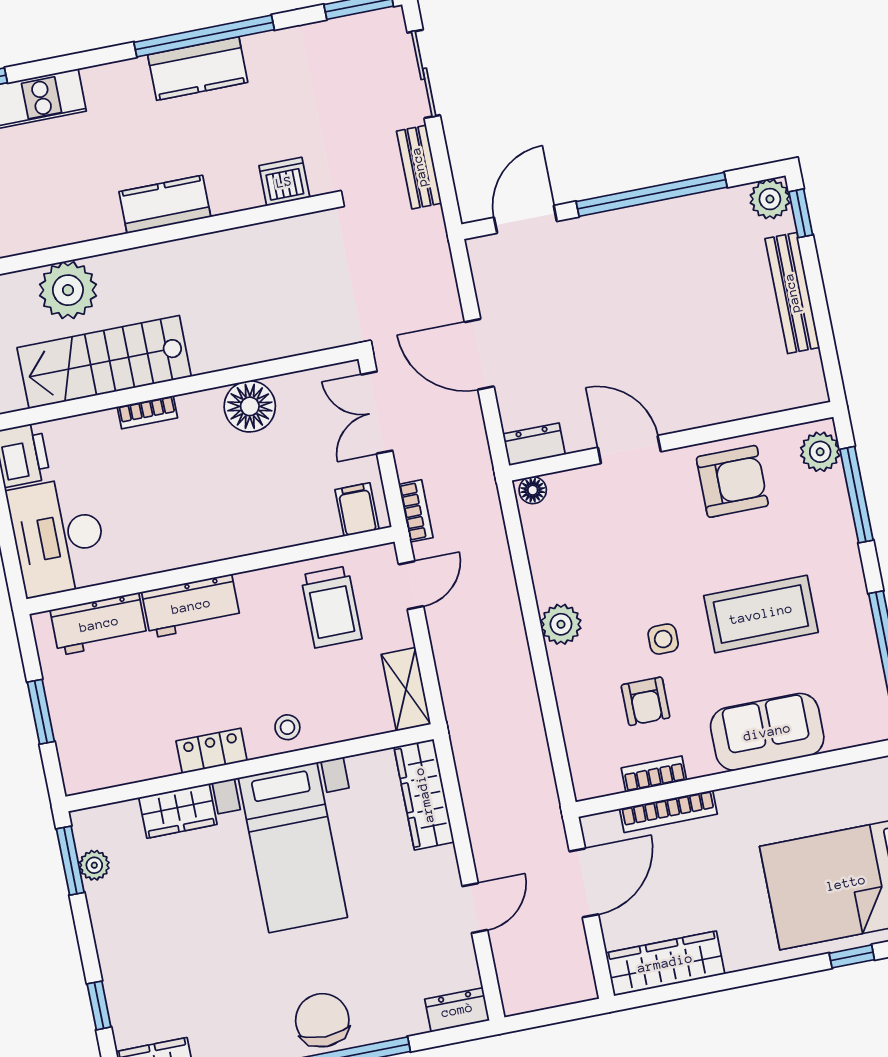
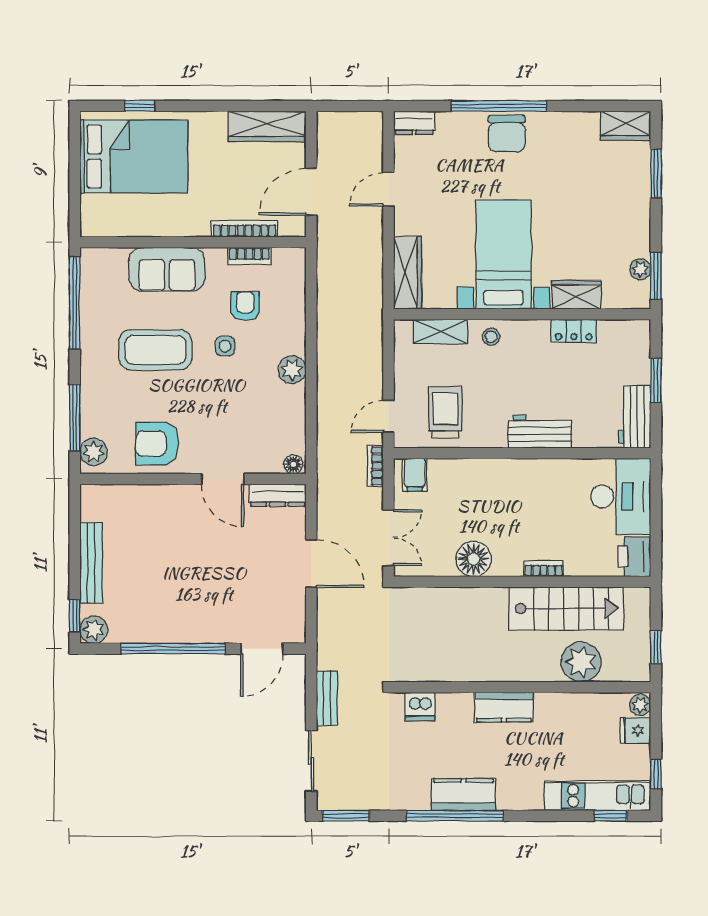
dresser: (534, 444) -> (278, 495), width x1.44
workbench: (99, 624) -> (635, 417), moved, turned -90
shelving: (406, 689) -> (441, 332), moved, turned 90
locker: (212, 751) -> (574, 331), moved
window: (99, 1005) -> (656, 174), width x1.50

